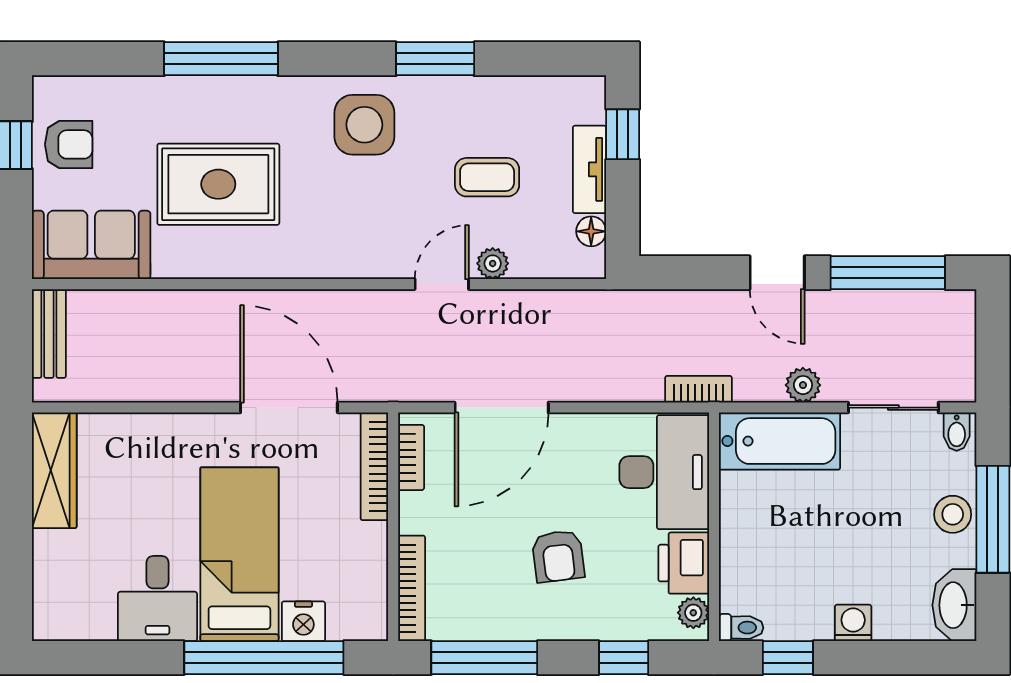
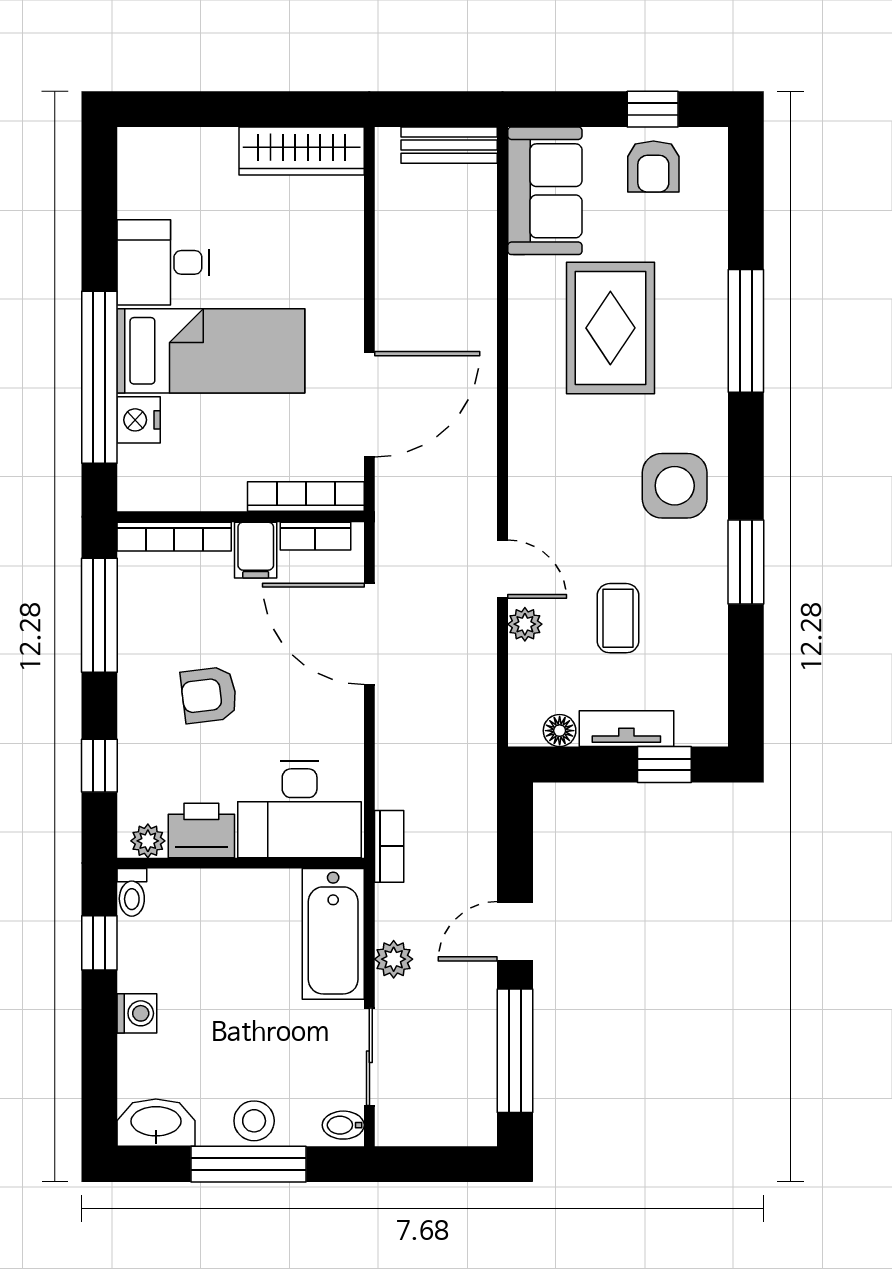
filing cabinet: (424, 513) -> (256, 550), added

